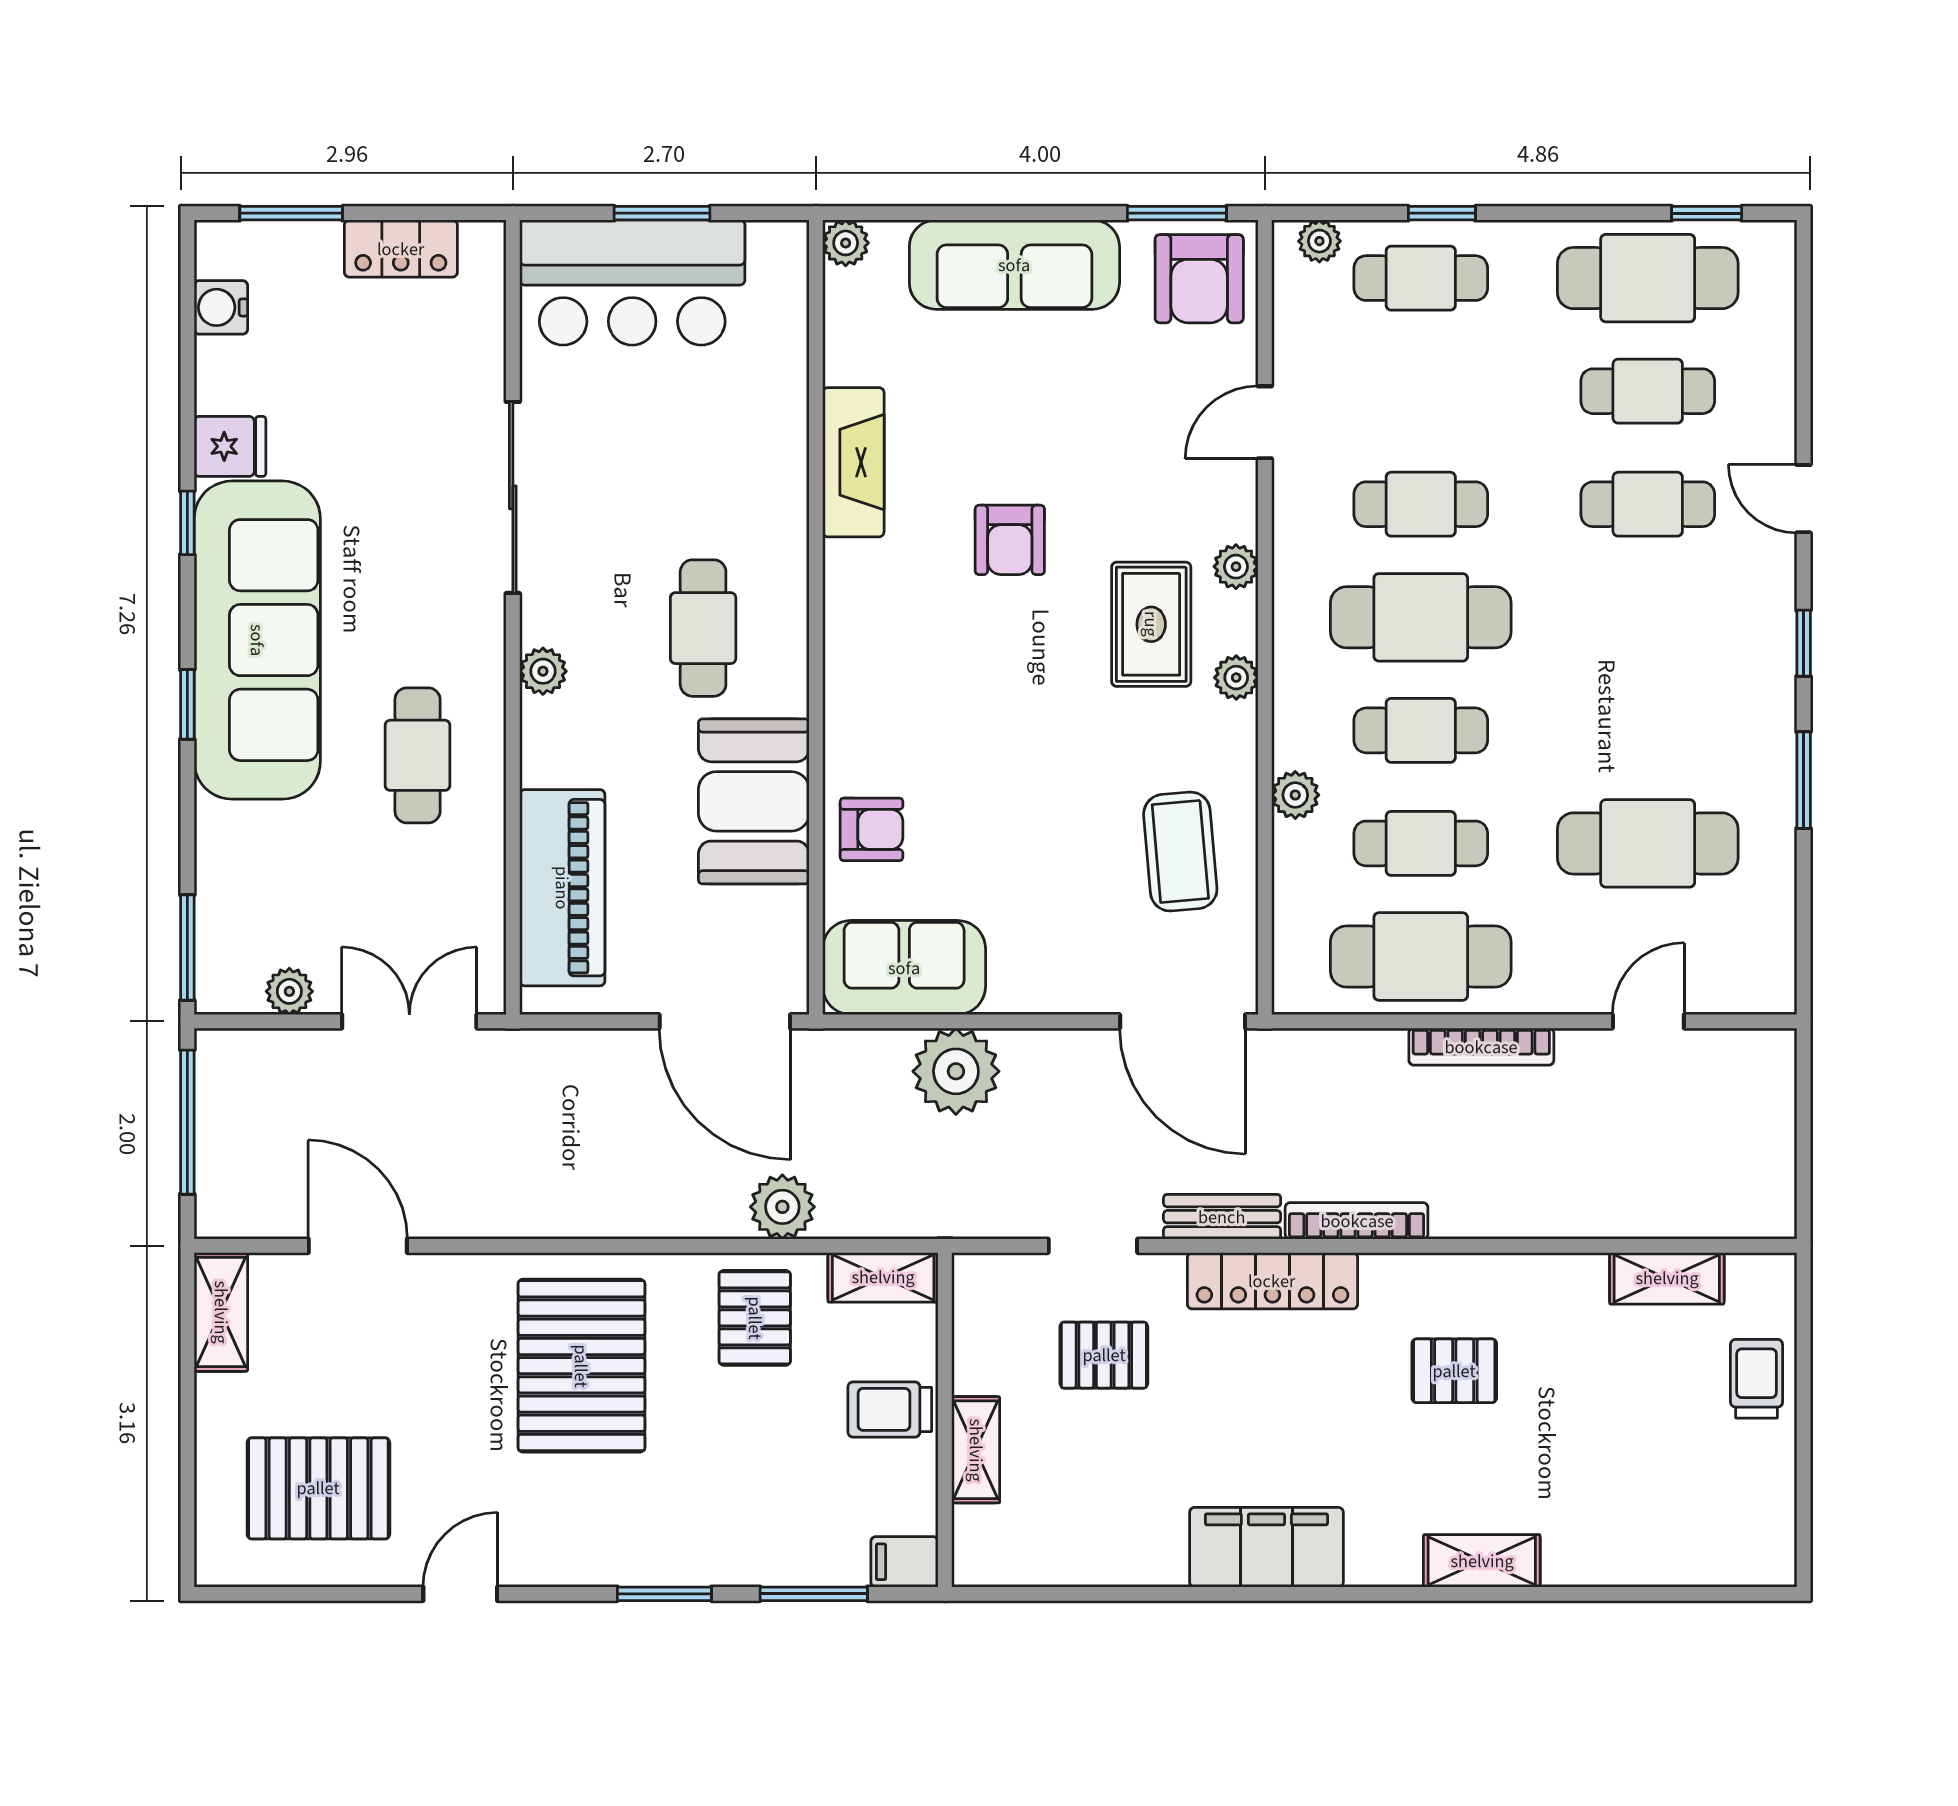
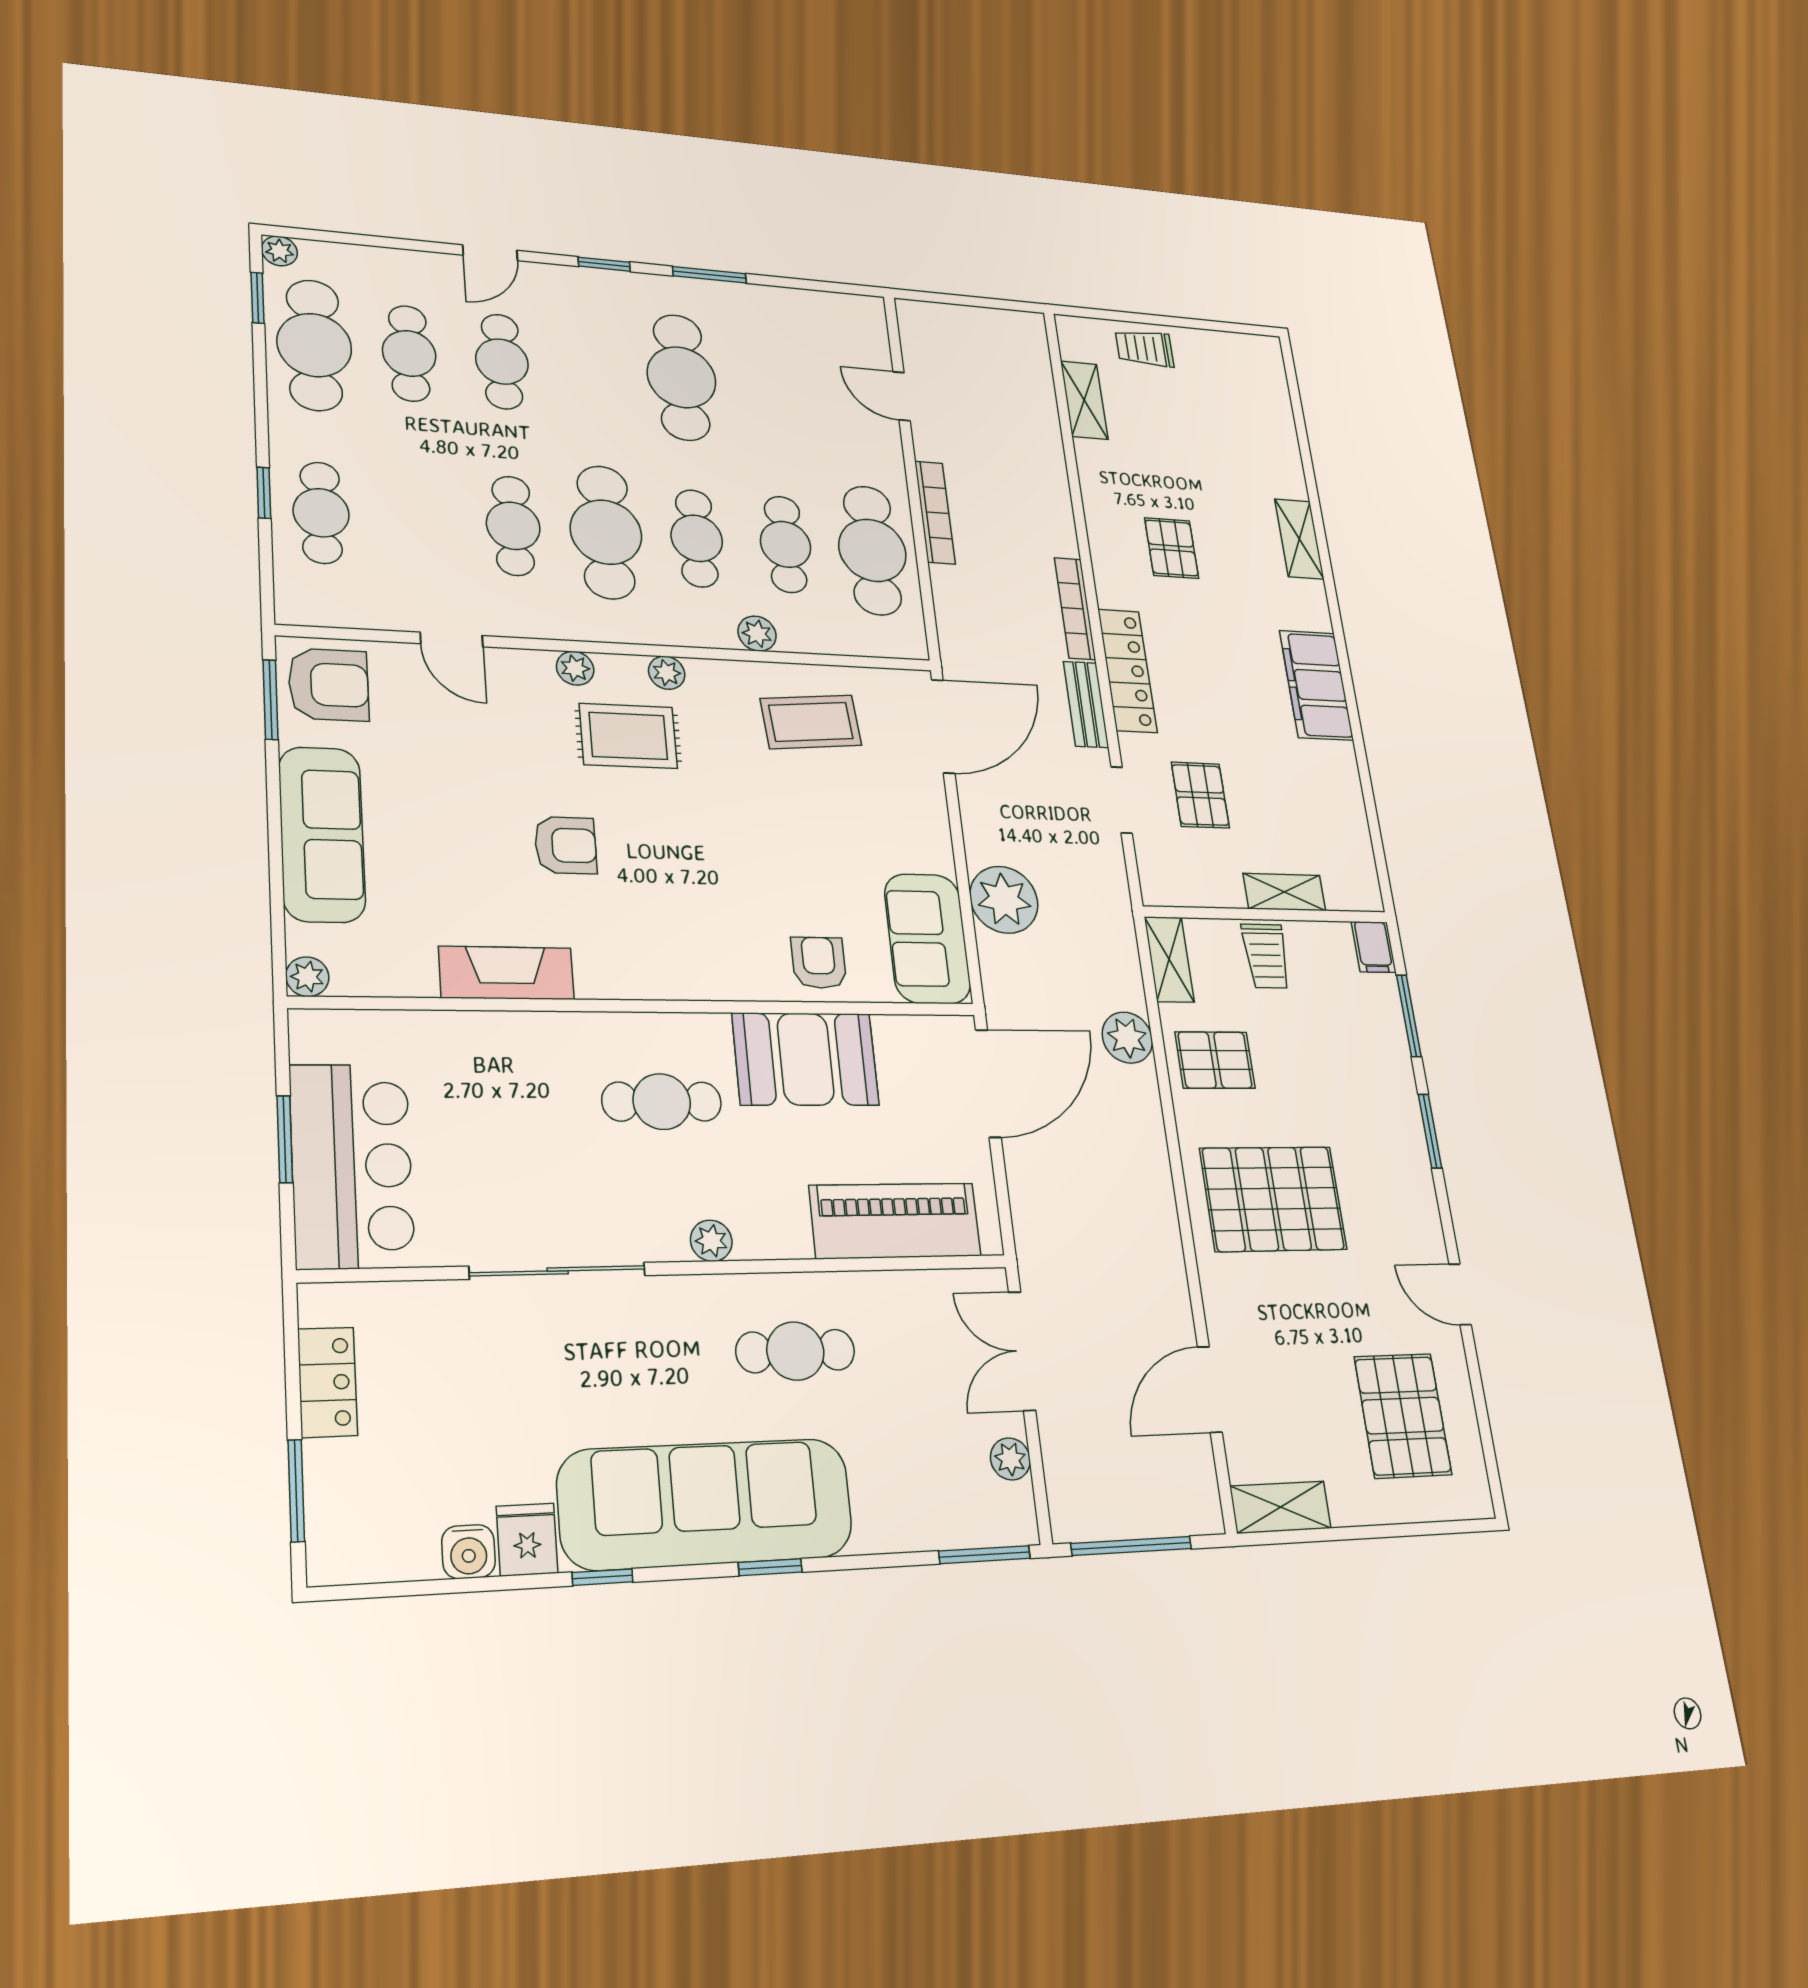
plant: (1319, 241) -> (279, 251), moved
water cooler: (221, 307) -> (469, 1552), moved
cafe table: (1648, 843) -> (682, 377), moved

